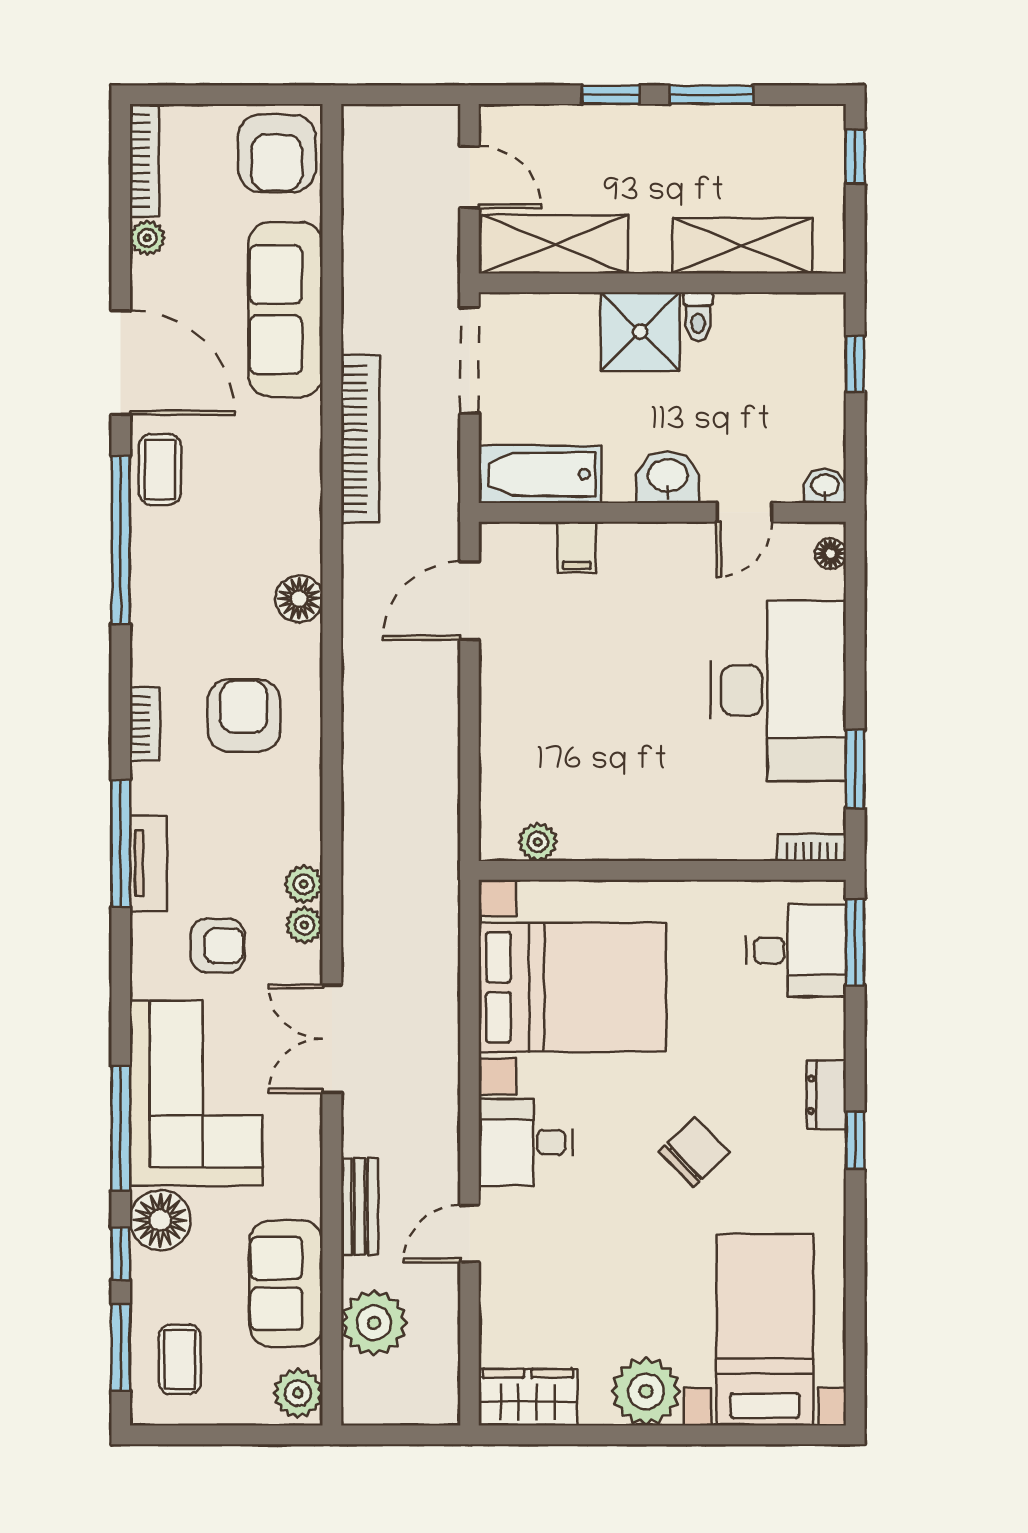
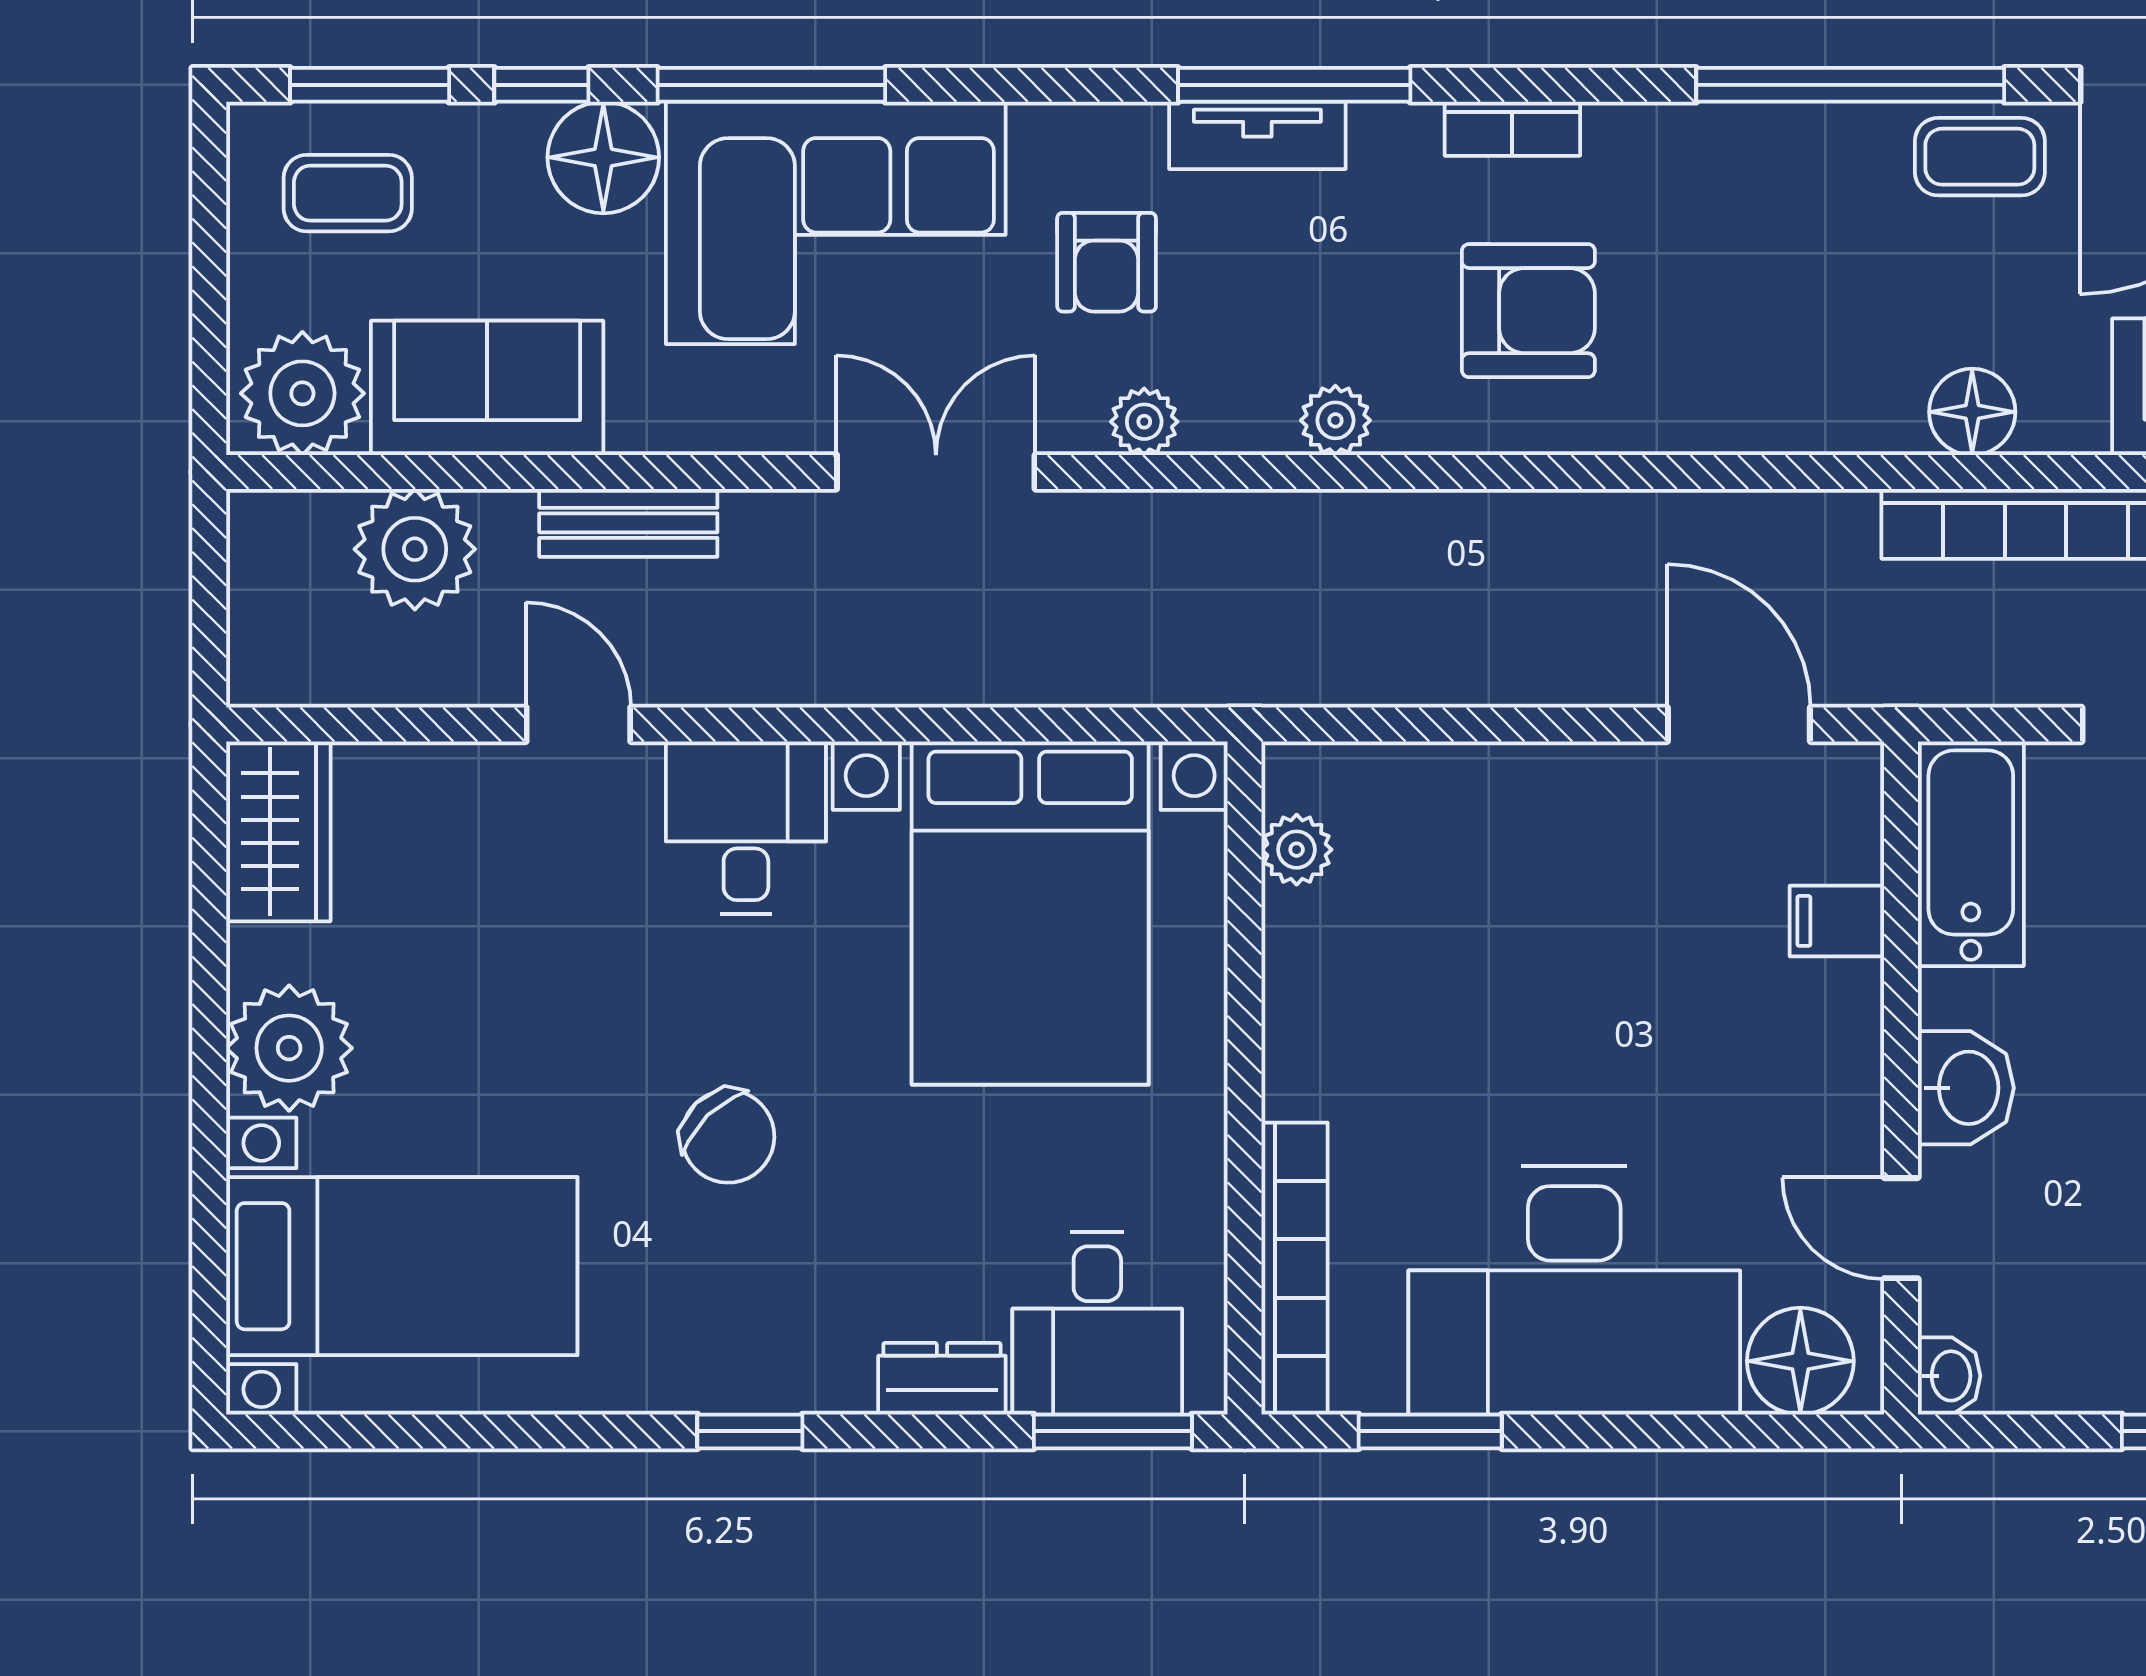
floor lamp: (830, 554) -> (1800, 1361), width x1.89, depth x1.89
floor lamp: (299, 599) -> (1972, 412), moved
bookcase: (811, 847) -> (1295, 1269), width x2.31, depth x1.31
plant: (304, 884) -> (1335, 420), moved
dresser: (826, 1095) -> (942, 1379), moved
plant: (298, 1393) -> (302, 393), width x1.36, depth x1.36

